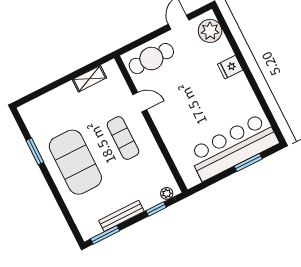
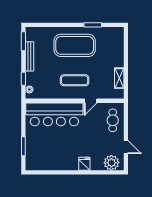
cafe table: (151, 59) -> (113, 120), width x0.73, depth x0.74
bar counter: (233, 147) -> (54, 114), moved, turned 90

